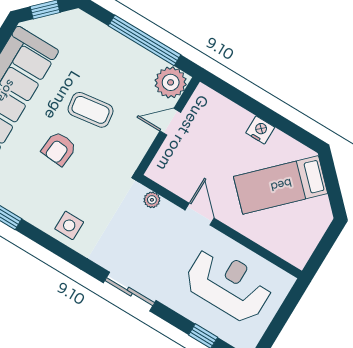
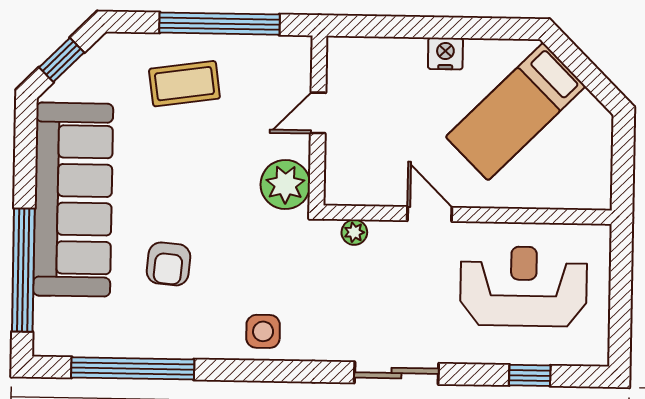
plant: (171, 82) -> (285, 184), moved
coffee table: (91, 110) -> (184, 84), moved
armchair: (59, 149) -> (168, 264), moved

